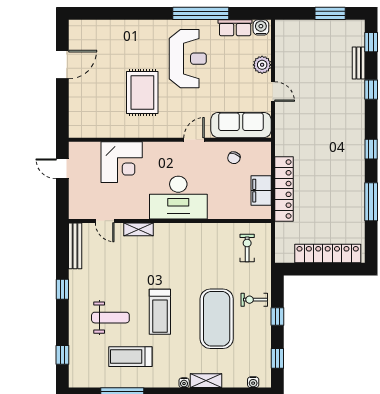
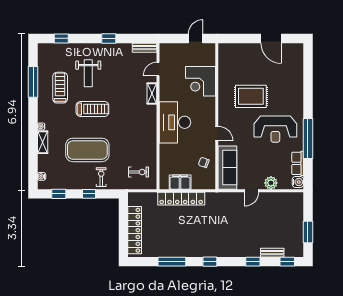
bench: (75, 246) -> (144, 48), width x0.73
treadmill: (160, 312) -> (92, 109), turned 180

